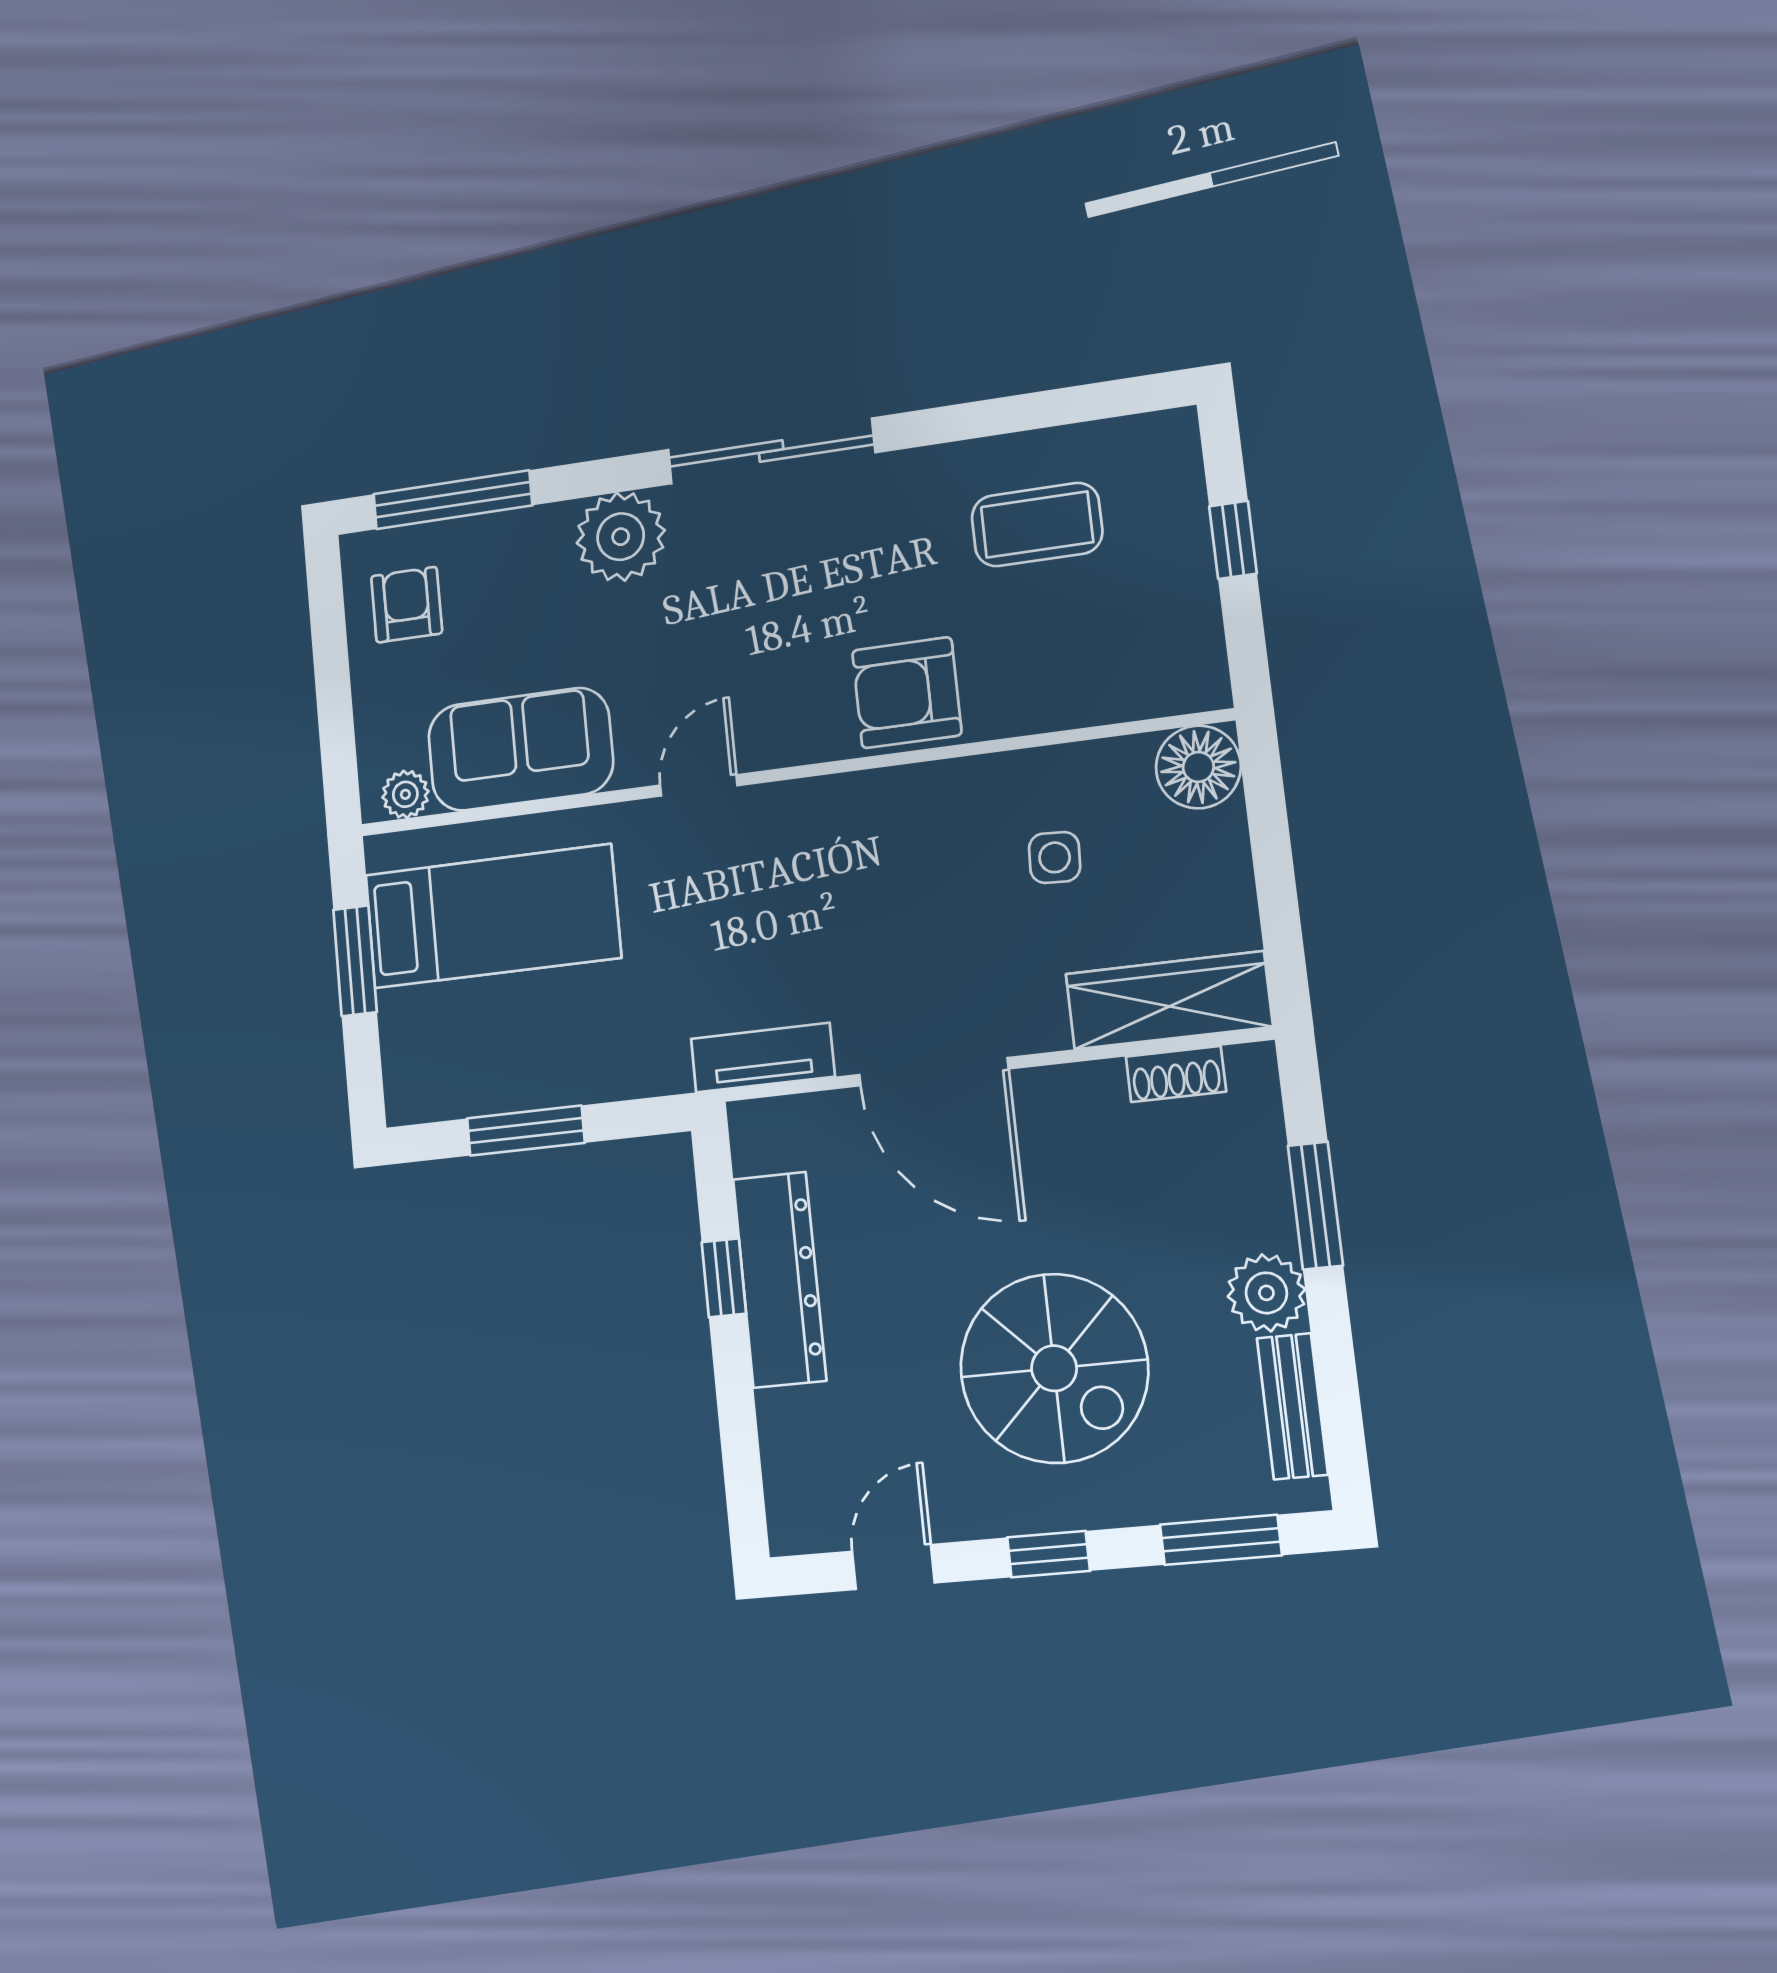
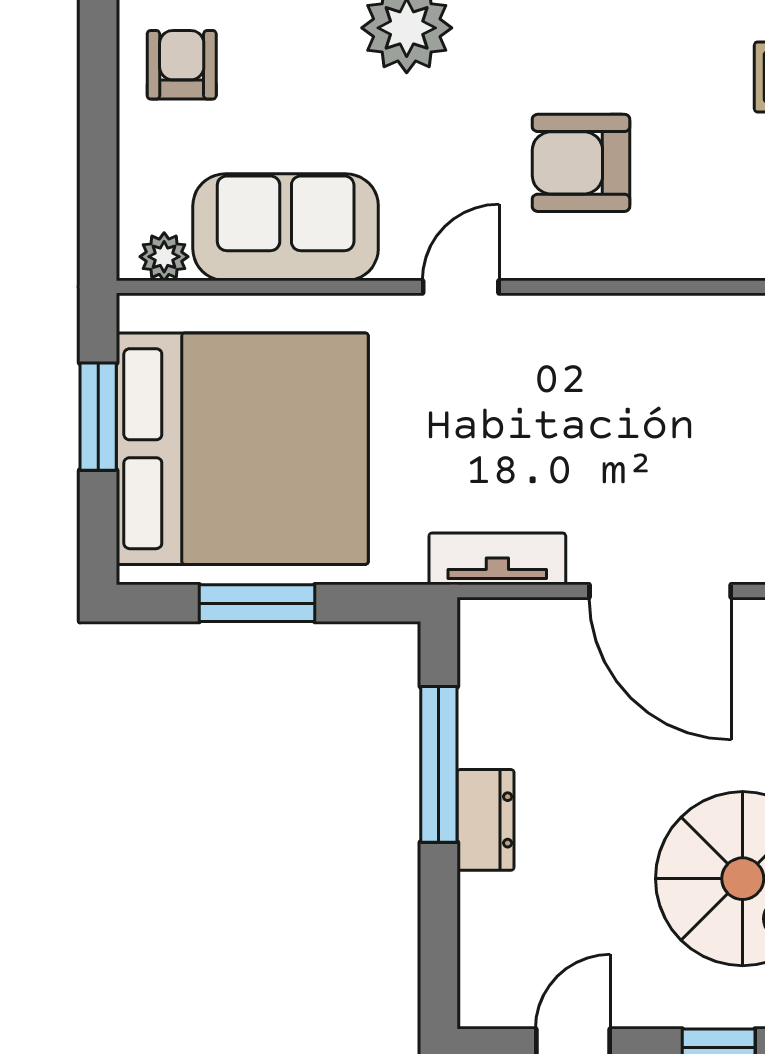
armchair: (907, 693) -> (581, 163), moved
bed: (492, 916) -> (242, 449), width x2.04
window: (724, 1278) -> (439, 764), width x2.17
dresser: (780, 1279) -> (485, 820), width x0.51, depth x0.80

